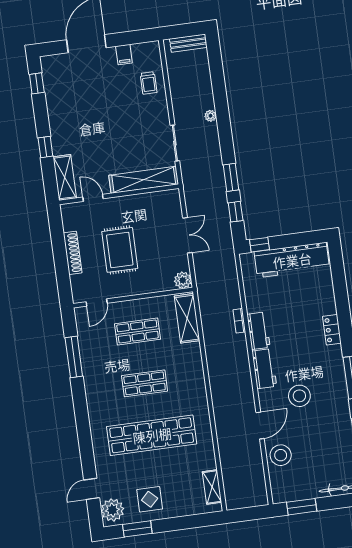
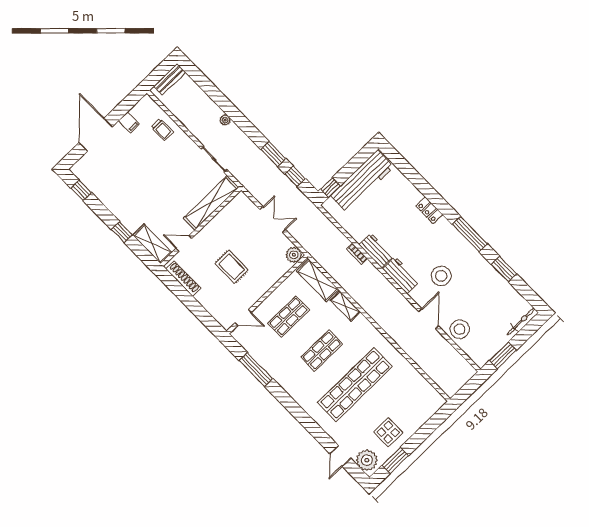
rug: (120, 250) -> (232, 267), width x0.73, depth x0.70
shoe rack: (73, 253) -> (183, 278), moved
door: (97, 302) -> (243, 318), hinge flipped
shelving: (212, 487) -> (345, 306), moved

